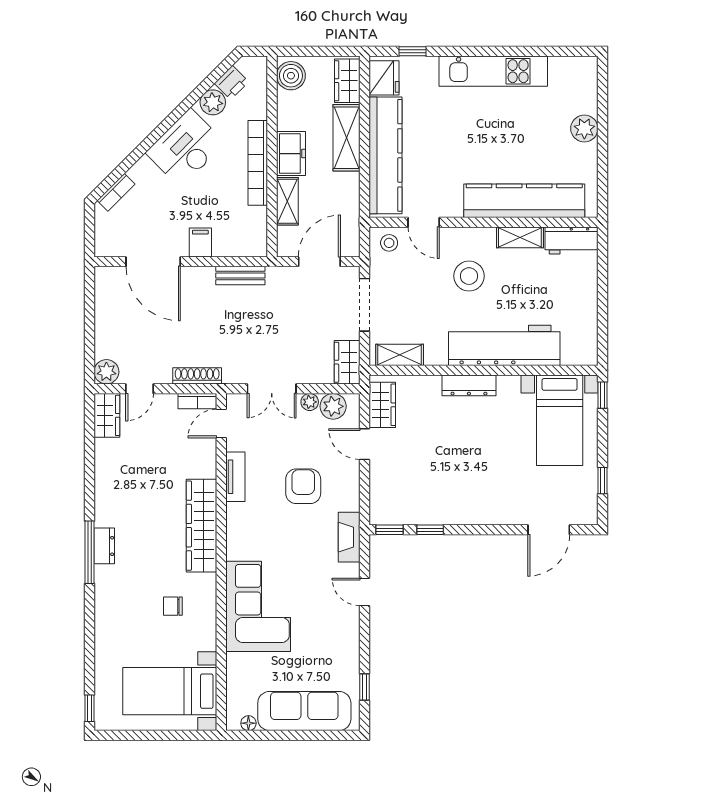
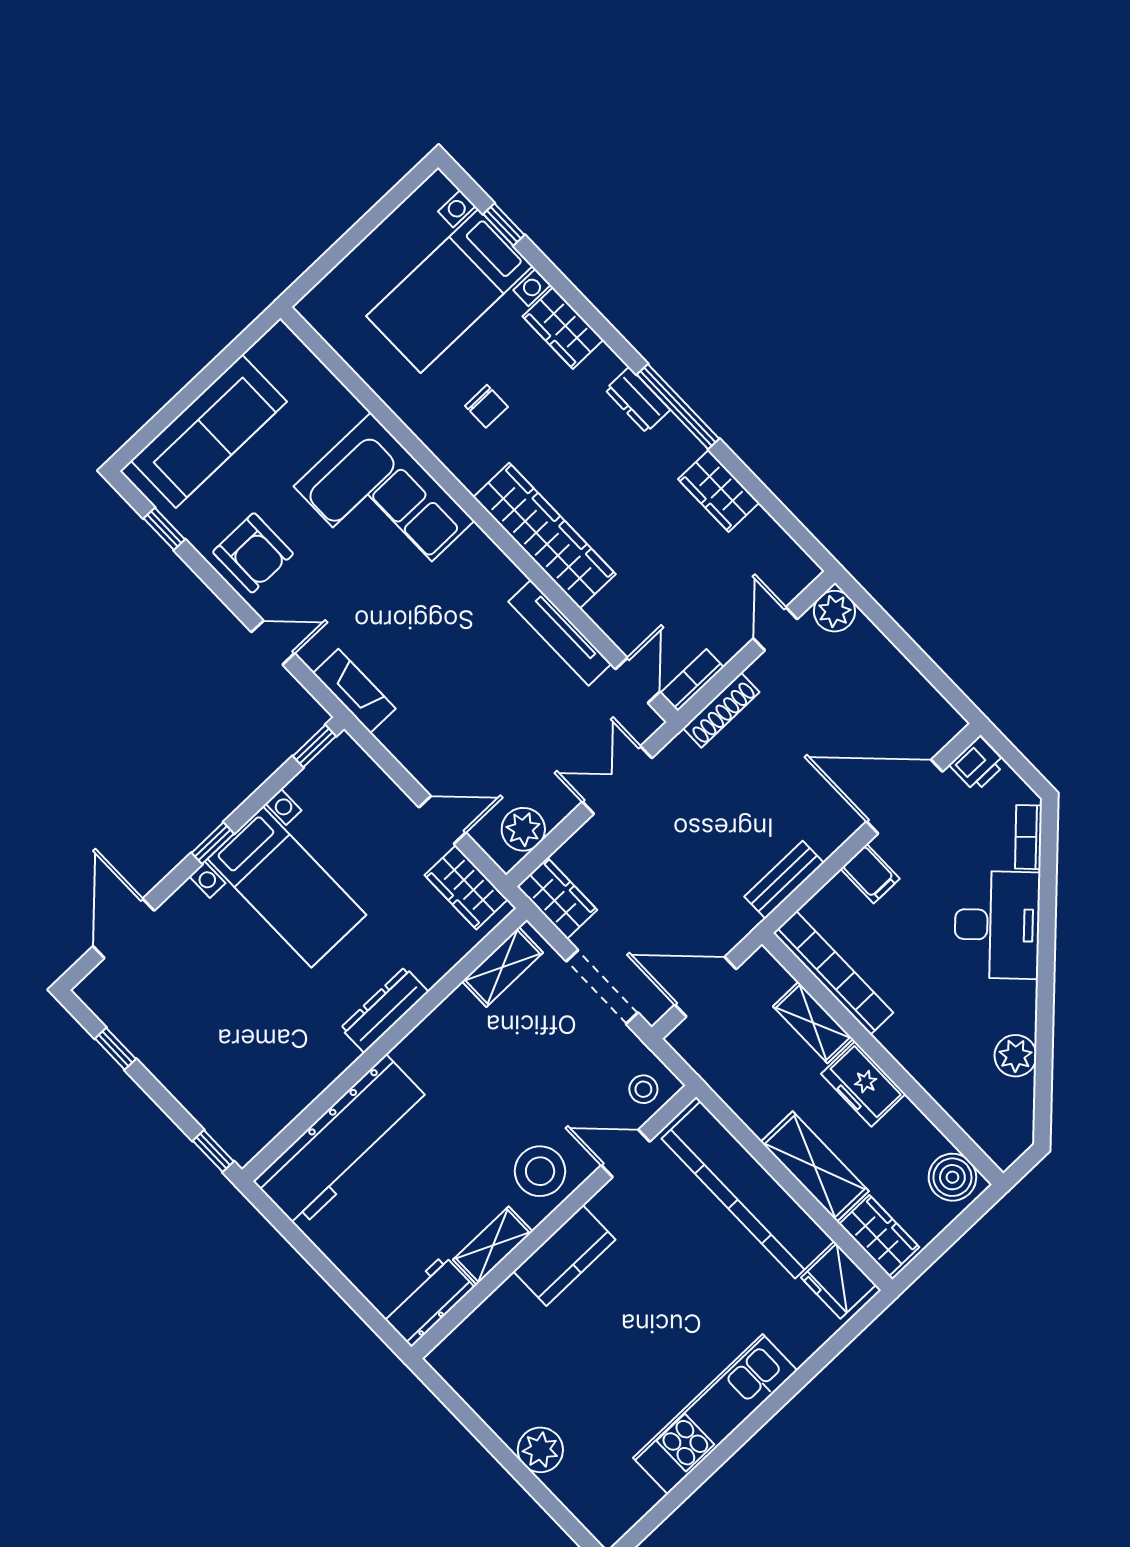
window: (413, 51) -> (835, 1346), removed
printer: (231, 82) -> (978, 764), moved, turned -135
desk: (185, 148) -> (997, 925), moved
bookcase: (258, 163) -> (833, 973), moved
kitchen counter: (524, 201) -> (564, 1256), width x0.48, depth x0.86
door: (319, 262) -> (706, 987), swing flipped
stool: (469, 276) -> (540, 1171), moved
workbench: (504, 345) -> (342, 1142), moved
plant: (310, 402) -> (556, 808), removed
wardrobe: (107, 415) -> (719, 491), moved
bed with nightstands: (560, 420) -> (287, 887), moved, turned 180
tv unit: (235, 477) -> (560, 633), width x1.41
armchair: (303, 486) -> (253, 553), moved
window: (430, 530) -> (213, 843), moved
window: (89, 552) -> (678, 407), moved
chair: (173, 606) -> (486, 406), turned 90
wardrobe: (107, 608) -> (563, 328), added
bed with nightstands: (170, 691) -> (449, 291), moved, turned 180
window: (89, 708) -> (504, 224), moved
floor lamp: (248, 723) -> (262, 353), removed

